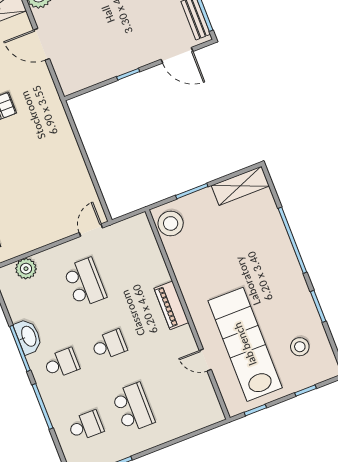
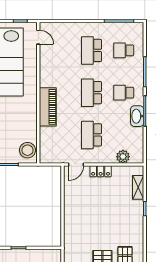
locker: (51, 234) -> (101, 171), added
piano: (171, 305) -> (48, 107), width x1.37, depth x1.33
school desk: (109, 345) -> (92, 93), width x1.85
door: (205, 360) -> (38, 37), moved

